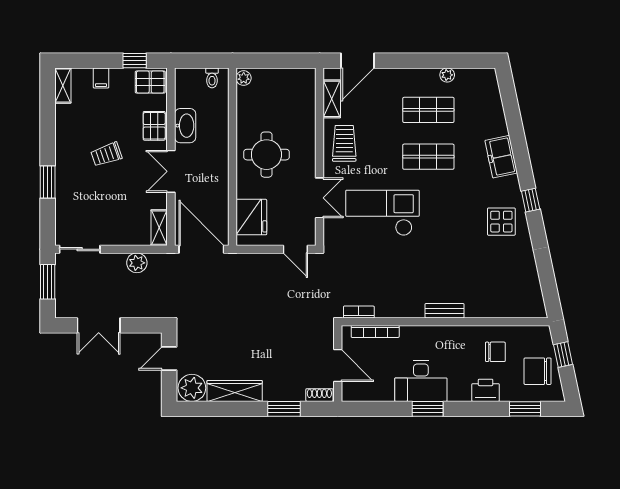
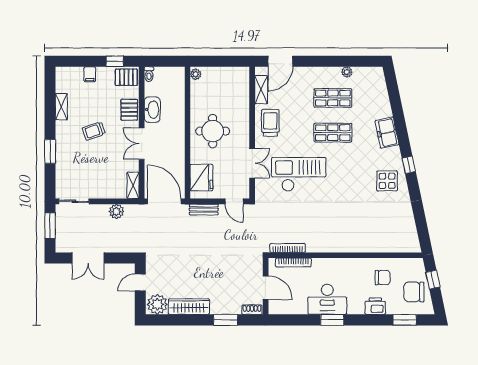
toilet: (212, 78) -> (149, 74), moved
shelving: (63, 86) -> (61, 107), moved
bench: (445, 311) -> (204, 210), moved
bookcase: (359, 312) -> (288, 248), width x1.56

